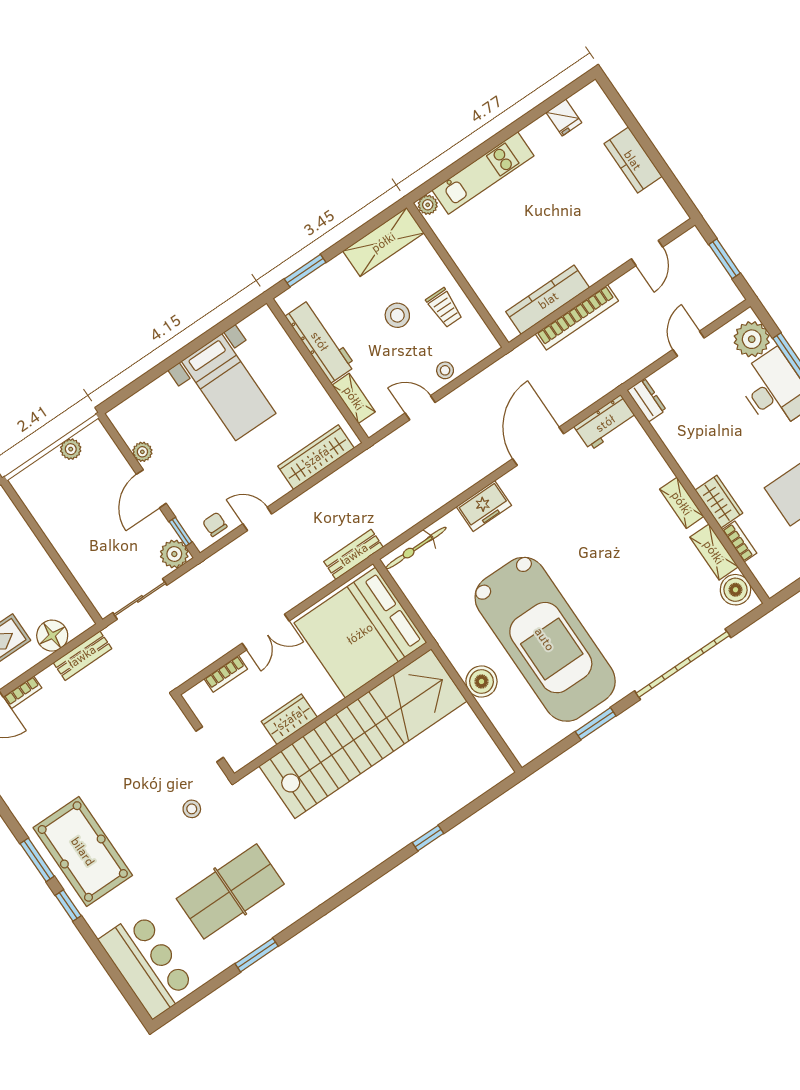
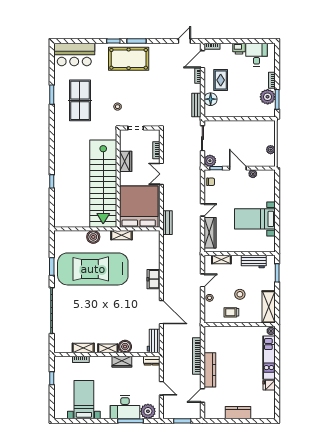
fridge: (564, 117) -> (269, 385), moved
door: (647, 253) -> (202, 395), hinge flipped
kitchen counter: (548, 300) -> (210, 370), moved
workbench: (320, 341) -> (254, 262), width x0.73
wardrobe: (719, 502) -> (122, 362), moved
door: (257, 519) -> (202, 210), moved
bicycle: (416, 548) -> (155, 246), removed
boiler: (735, 590) -> (125, 347), moved
shelving: (440, 628) -> (121, 235), added

